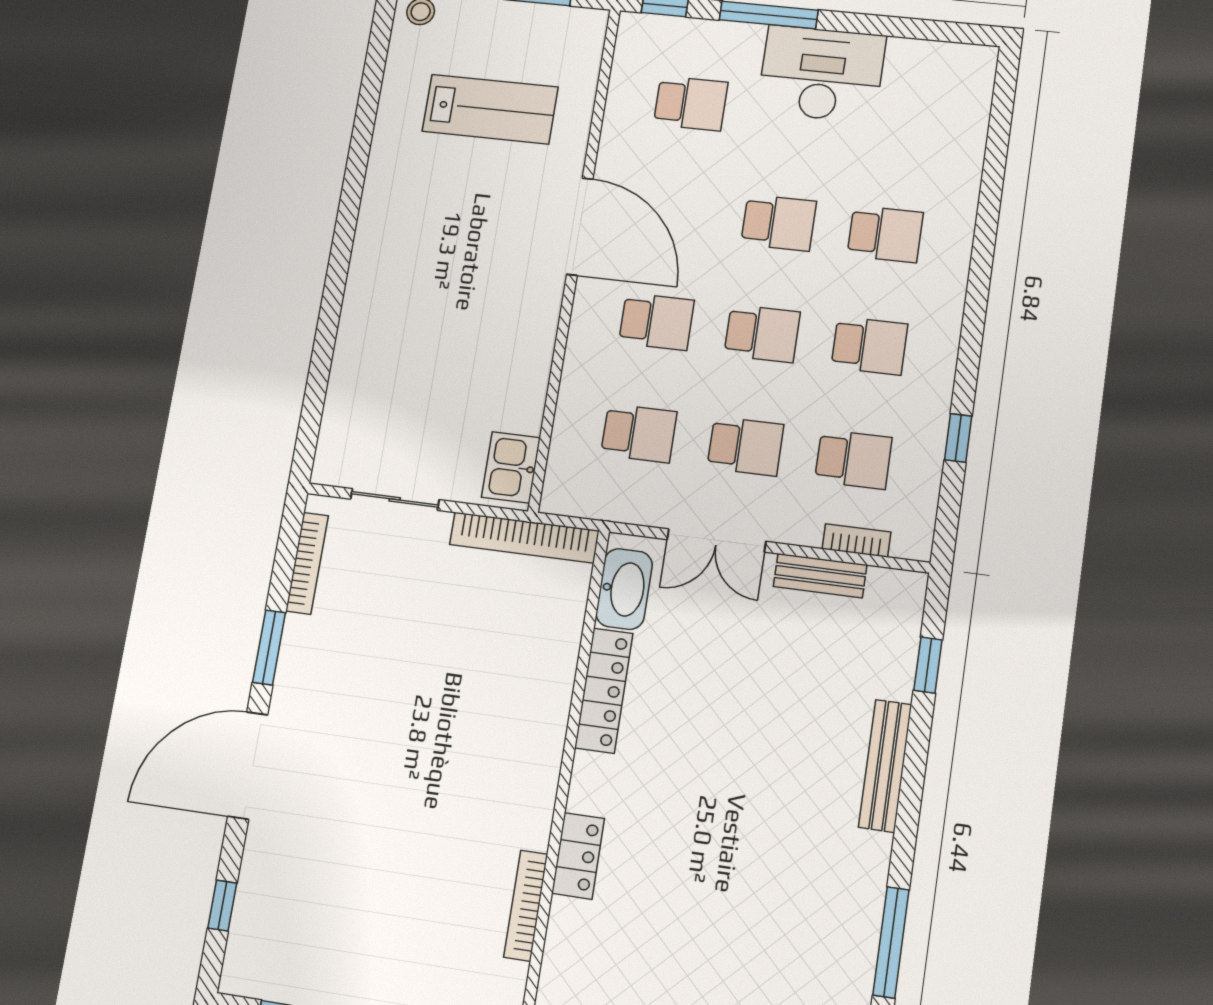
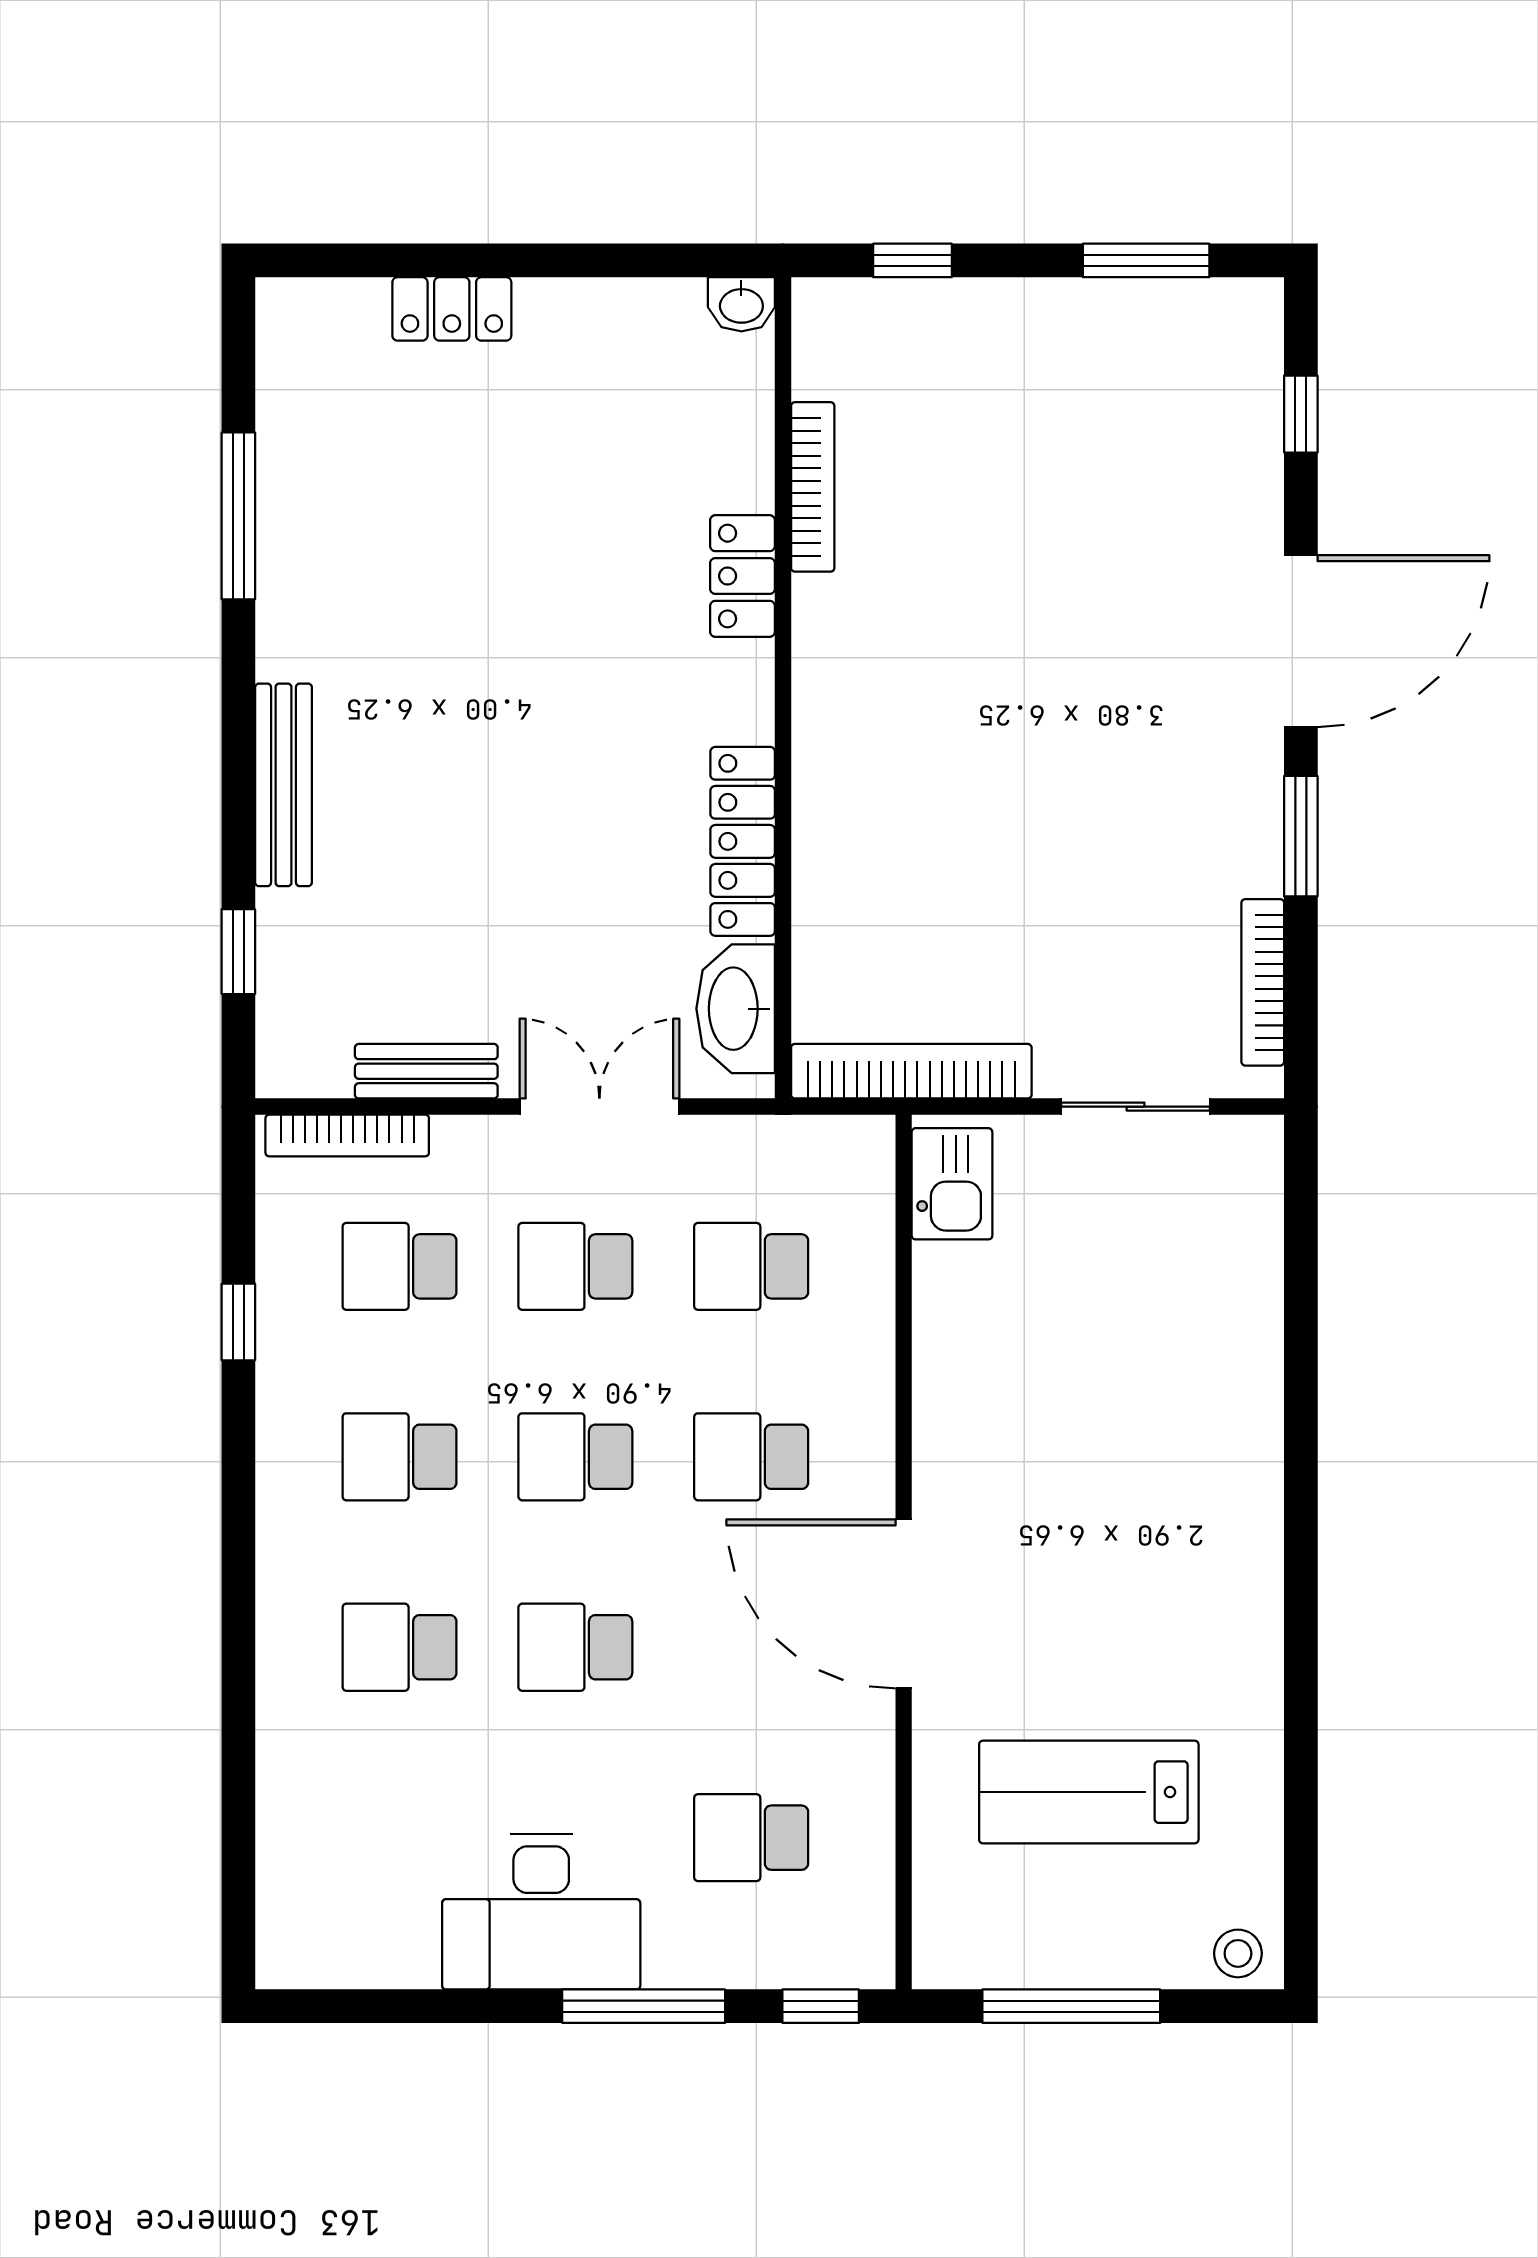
bookcase: (856, 540) -> (347, 1135), width x1.56

